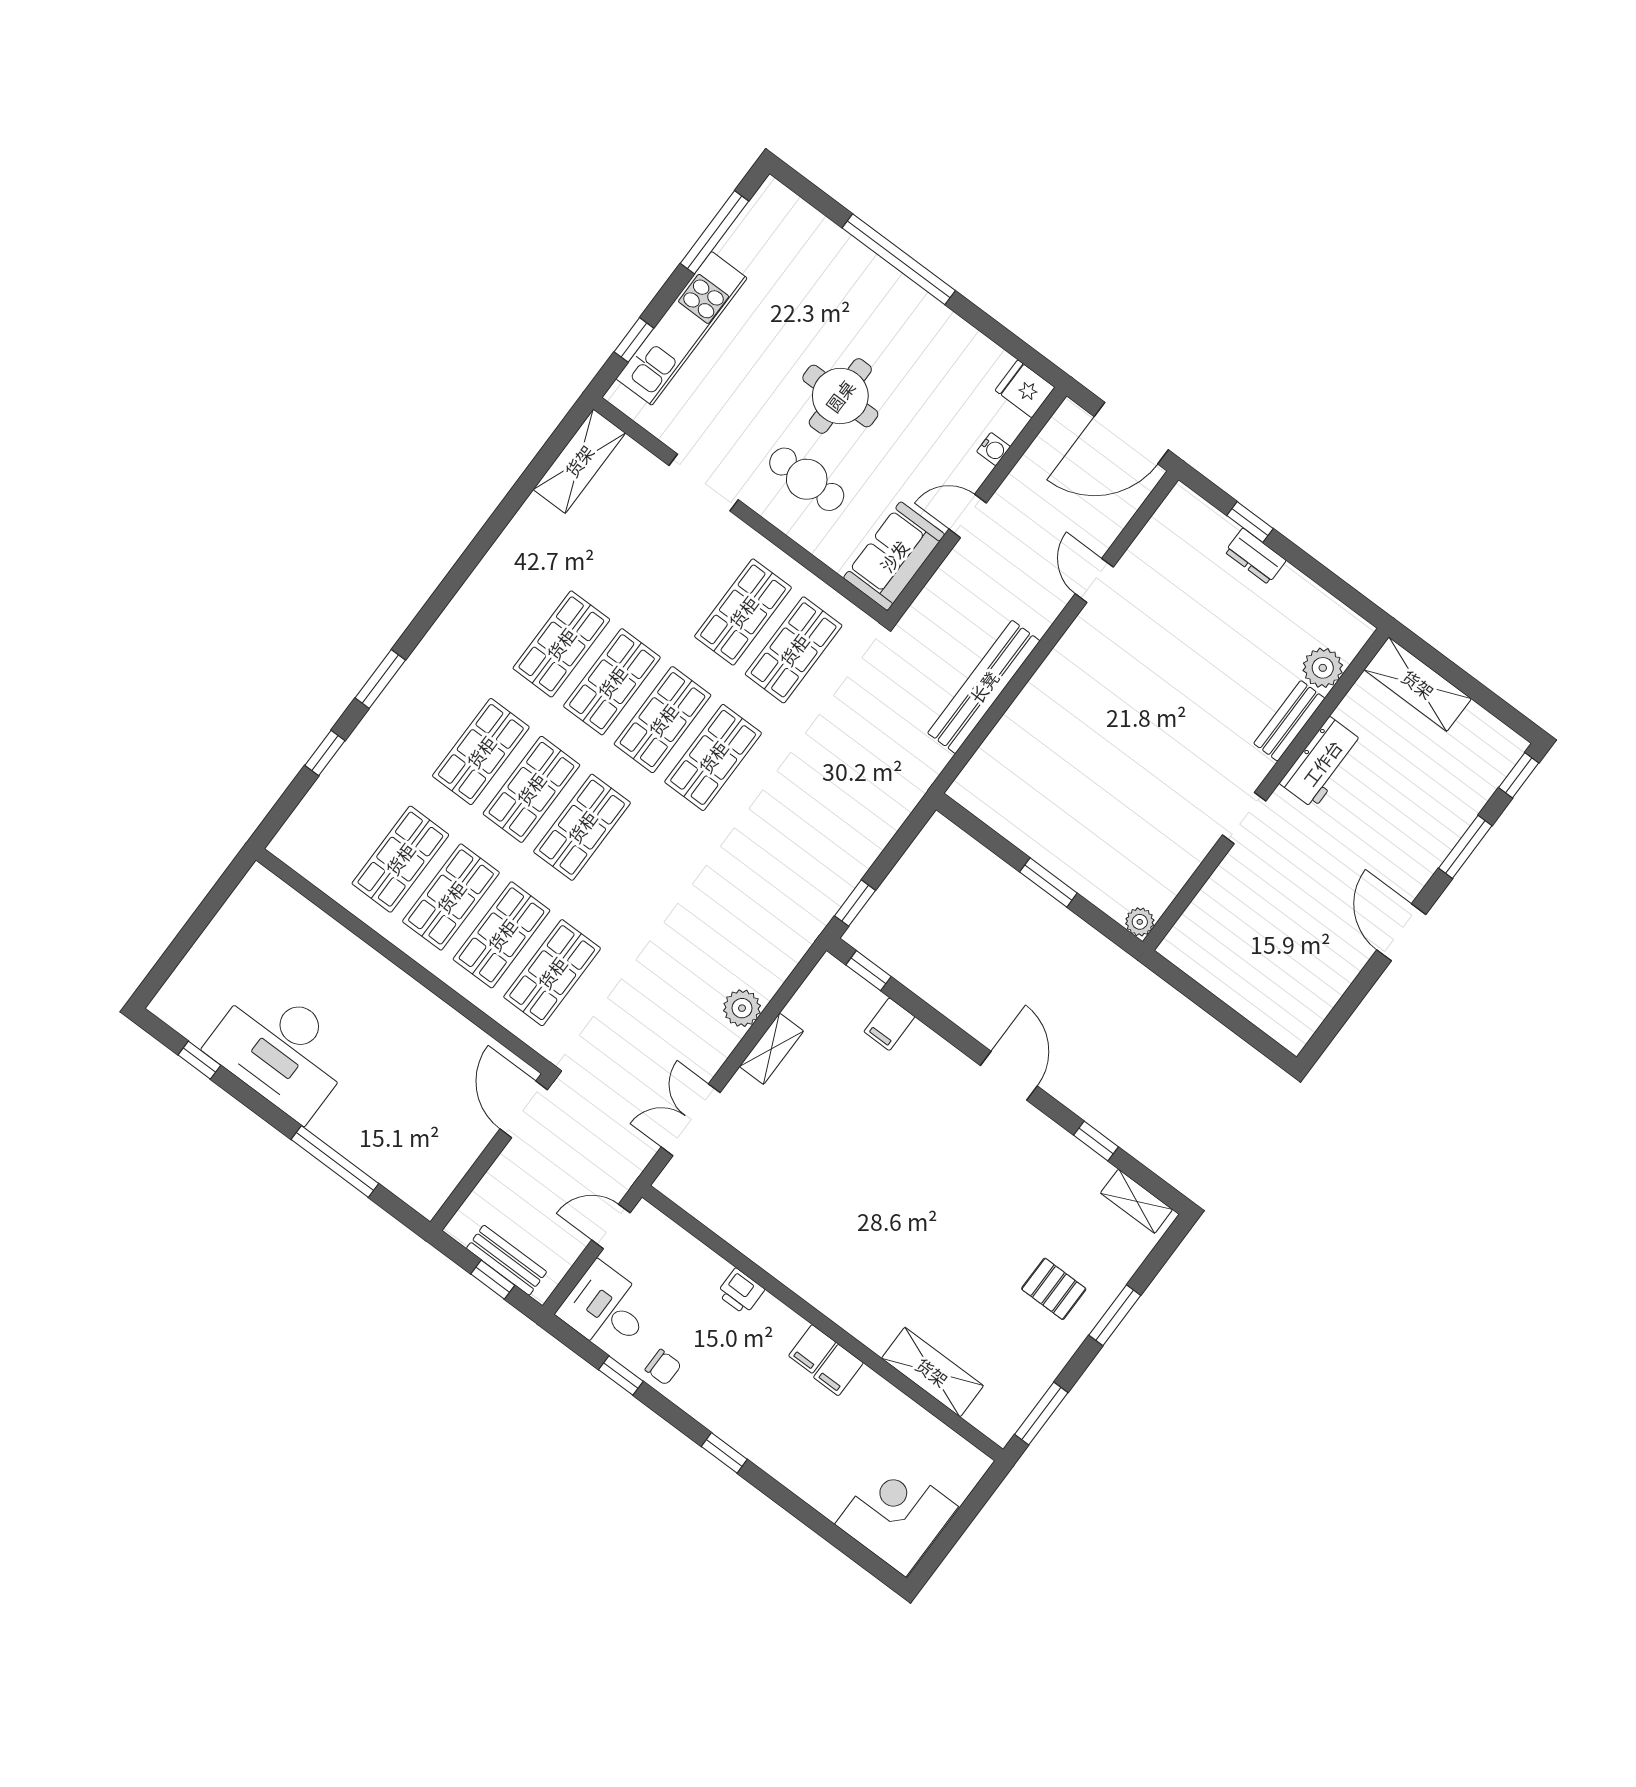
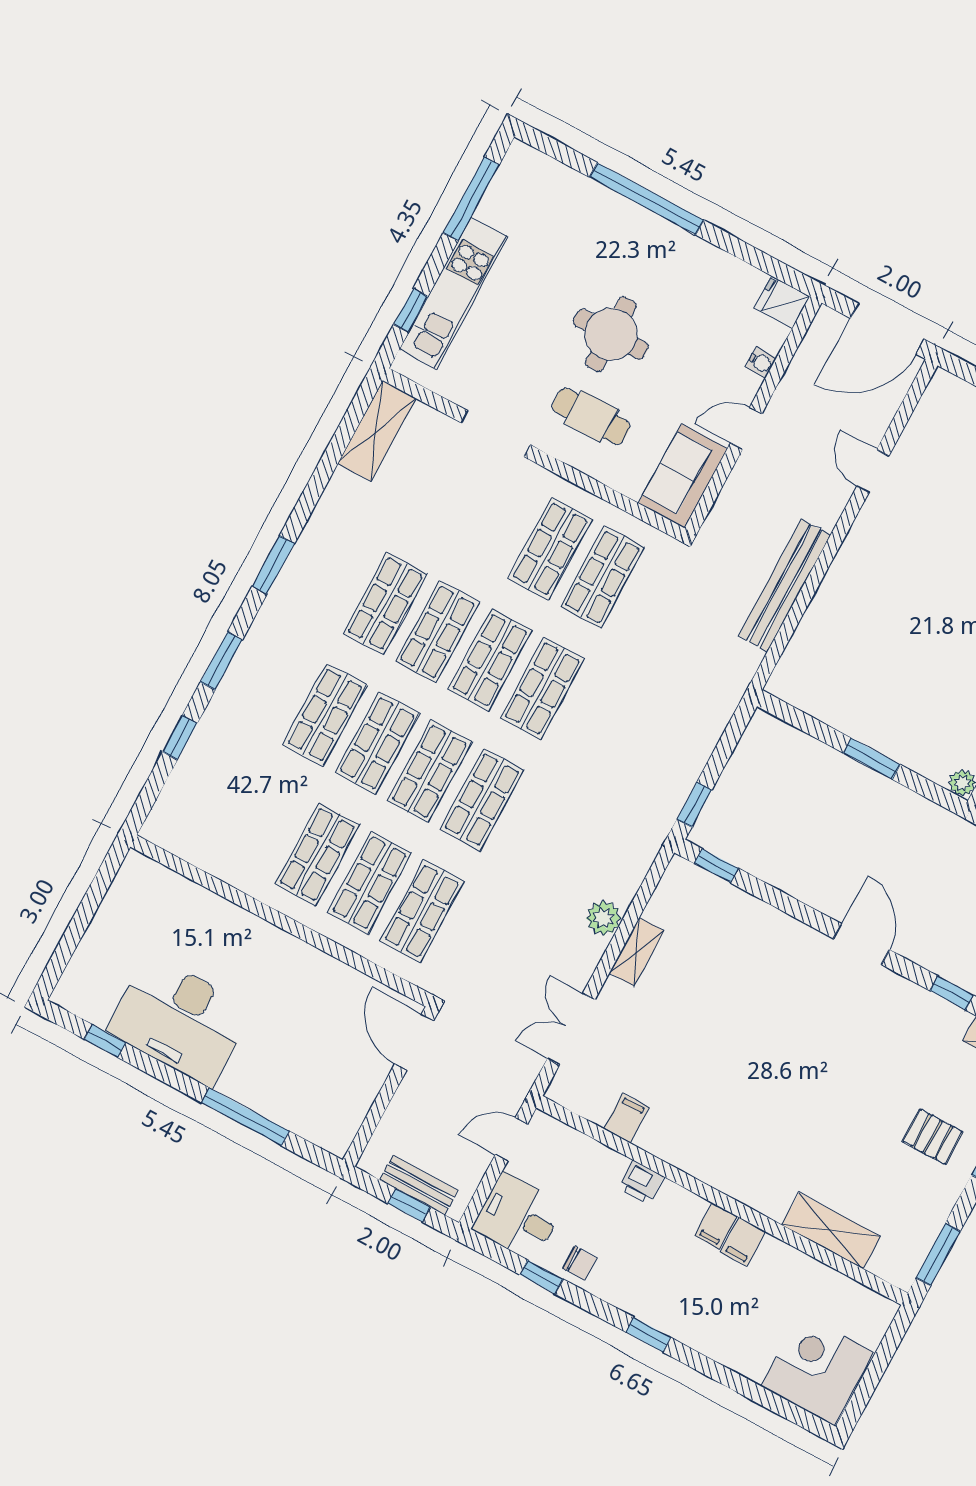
window: (450, 586) -> (273, 565), added
shop shelf: (400, 859) -> (482, 800), moved
filing cabinet: (889, 1024) -> (626, 1118), moved, turned 180

